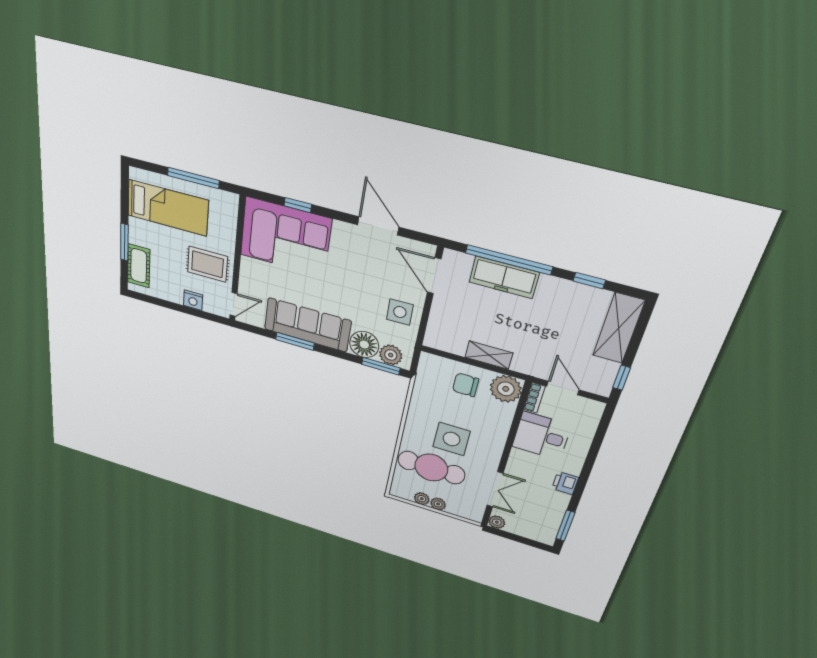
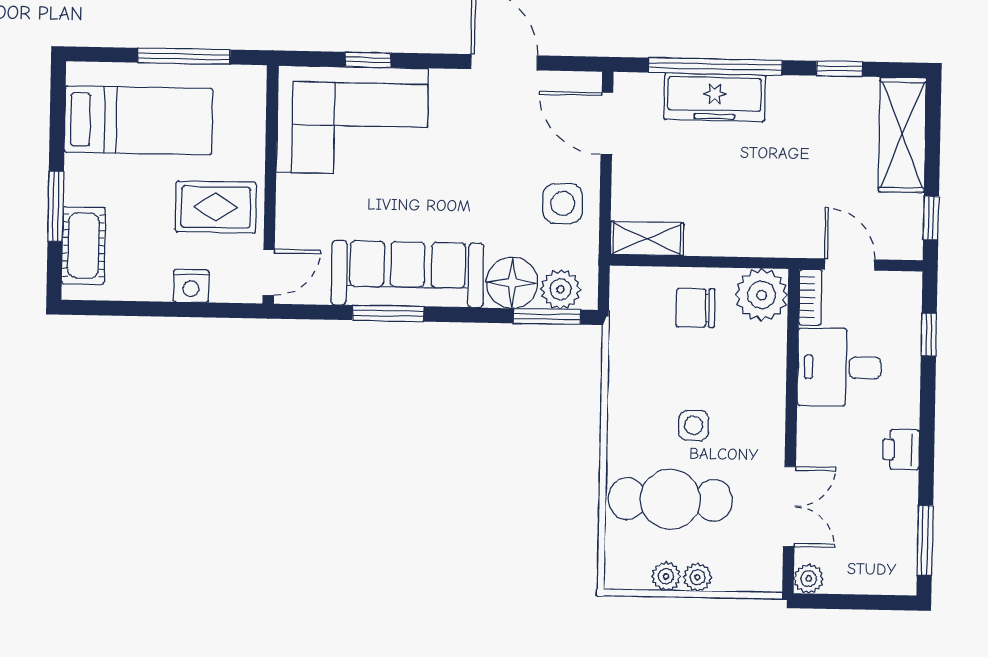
shelving: (489, 355) -> (647, 239), moved
window: (600, 435) -> (929, 335), added
side table: (451, 439) -> (694, 425), width x0.54, depth x0.54

